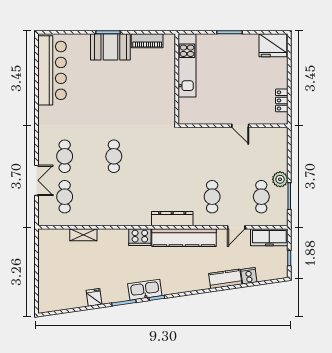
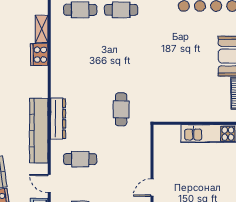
cafe table: (114, 156) -> (121, 109), moved, turned 90
cooker: (140, 237) -> (39, 55), moved

